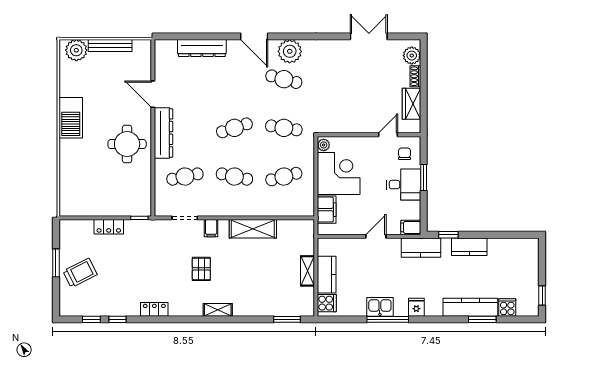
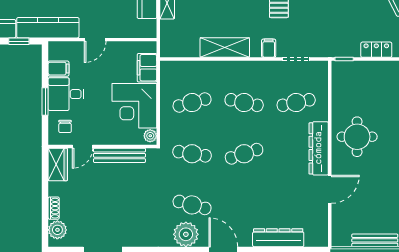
door: (153, 94) -> (330, 189), hinge flipped
wardrobe: (411, 104) -> (58, 164), moved
bench: (353, 126) -> (119, 155), added
filing cabinet: (411, 227) -> (59, 69), moved
kitchen counter: (421, 248) -> (48, 28), width x1.50

